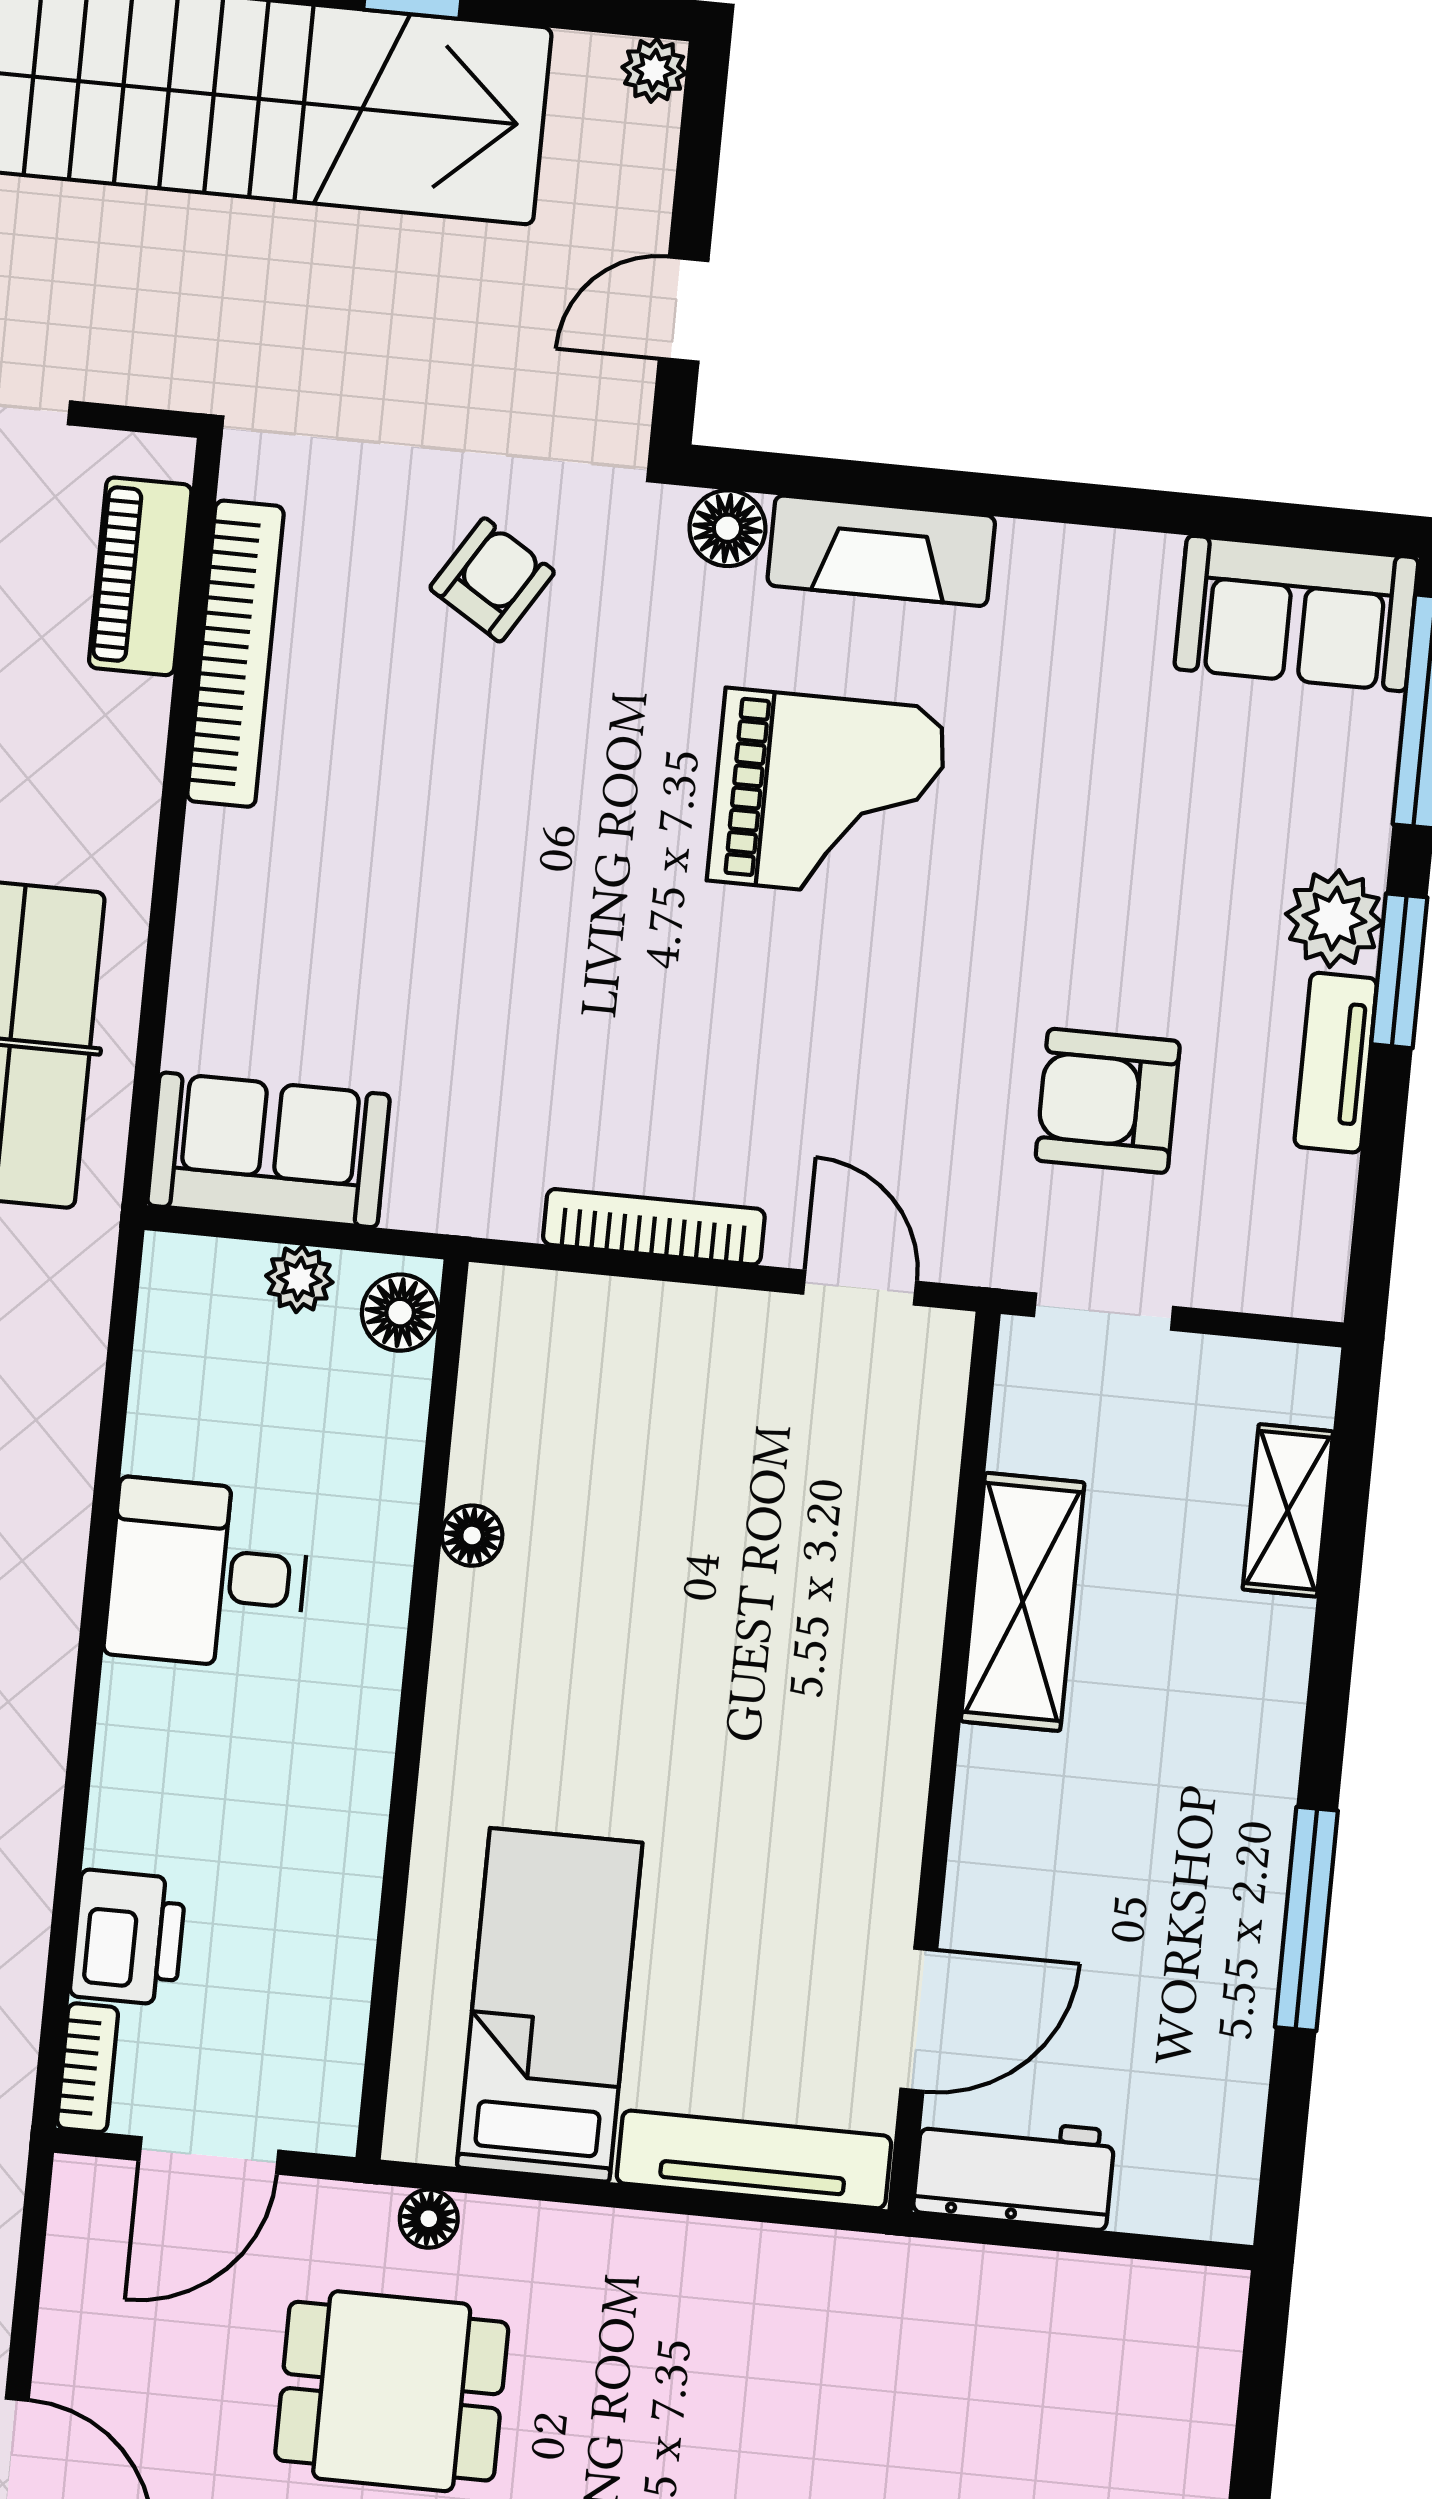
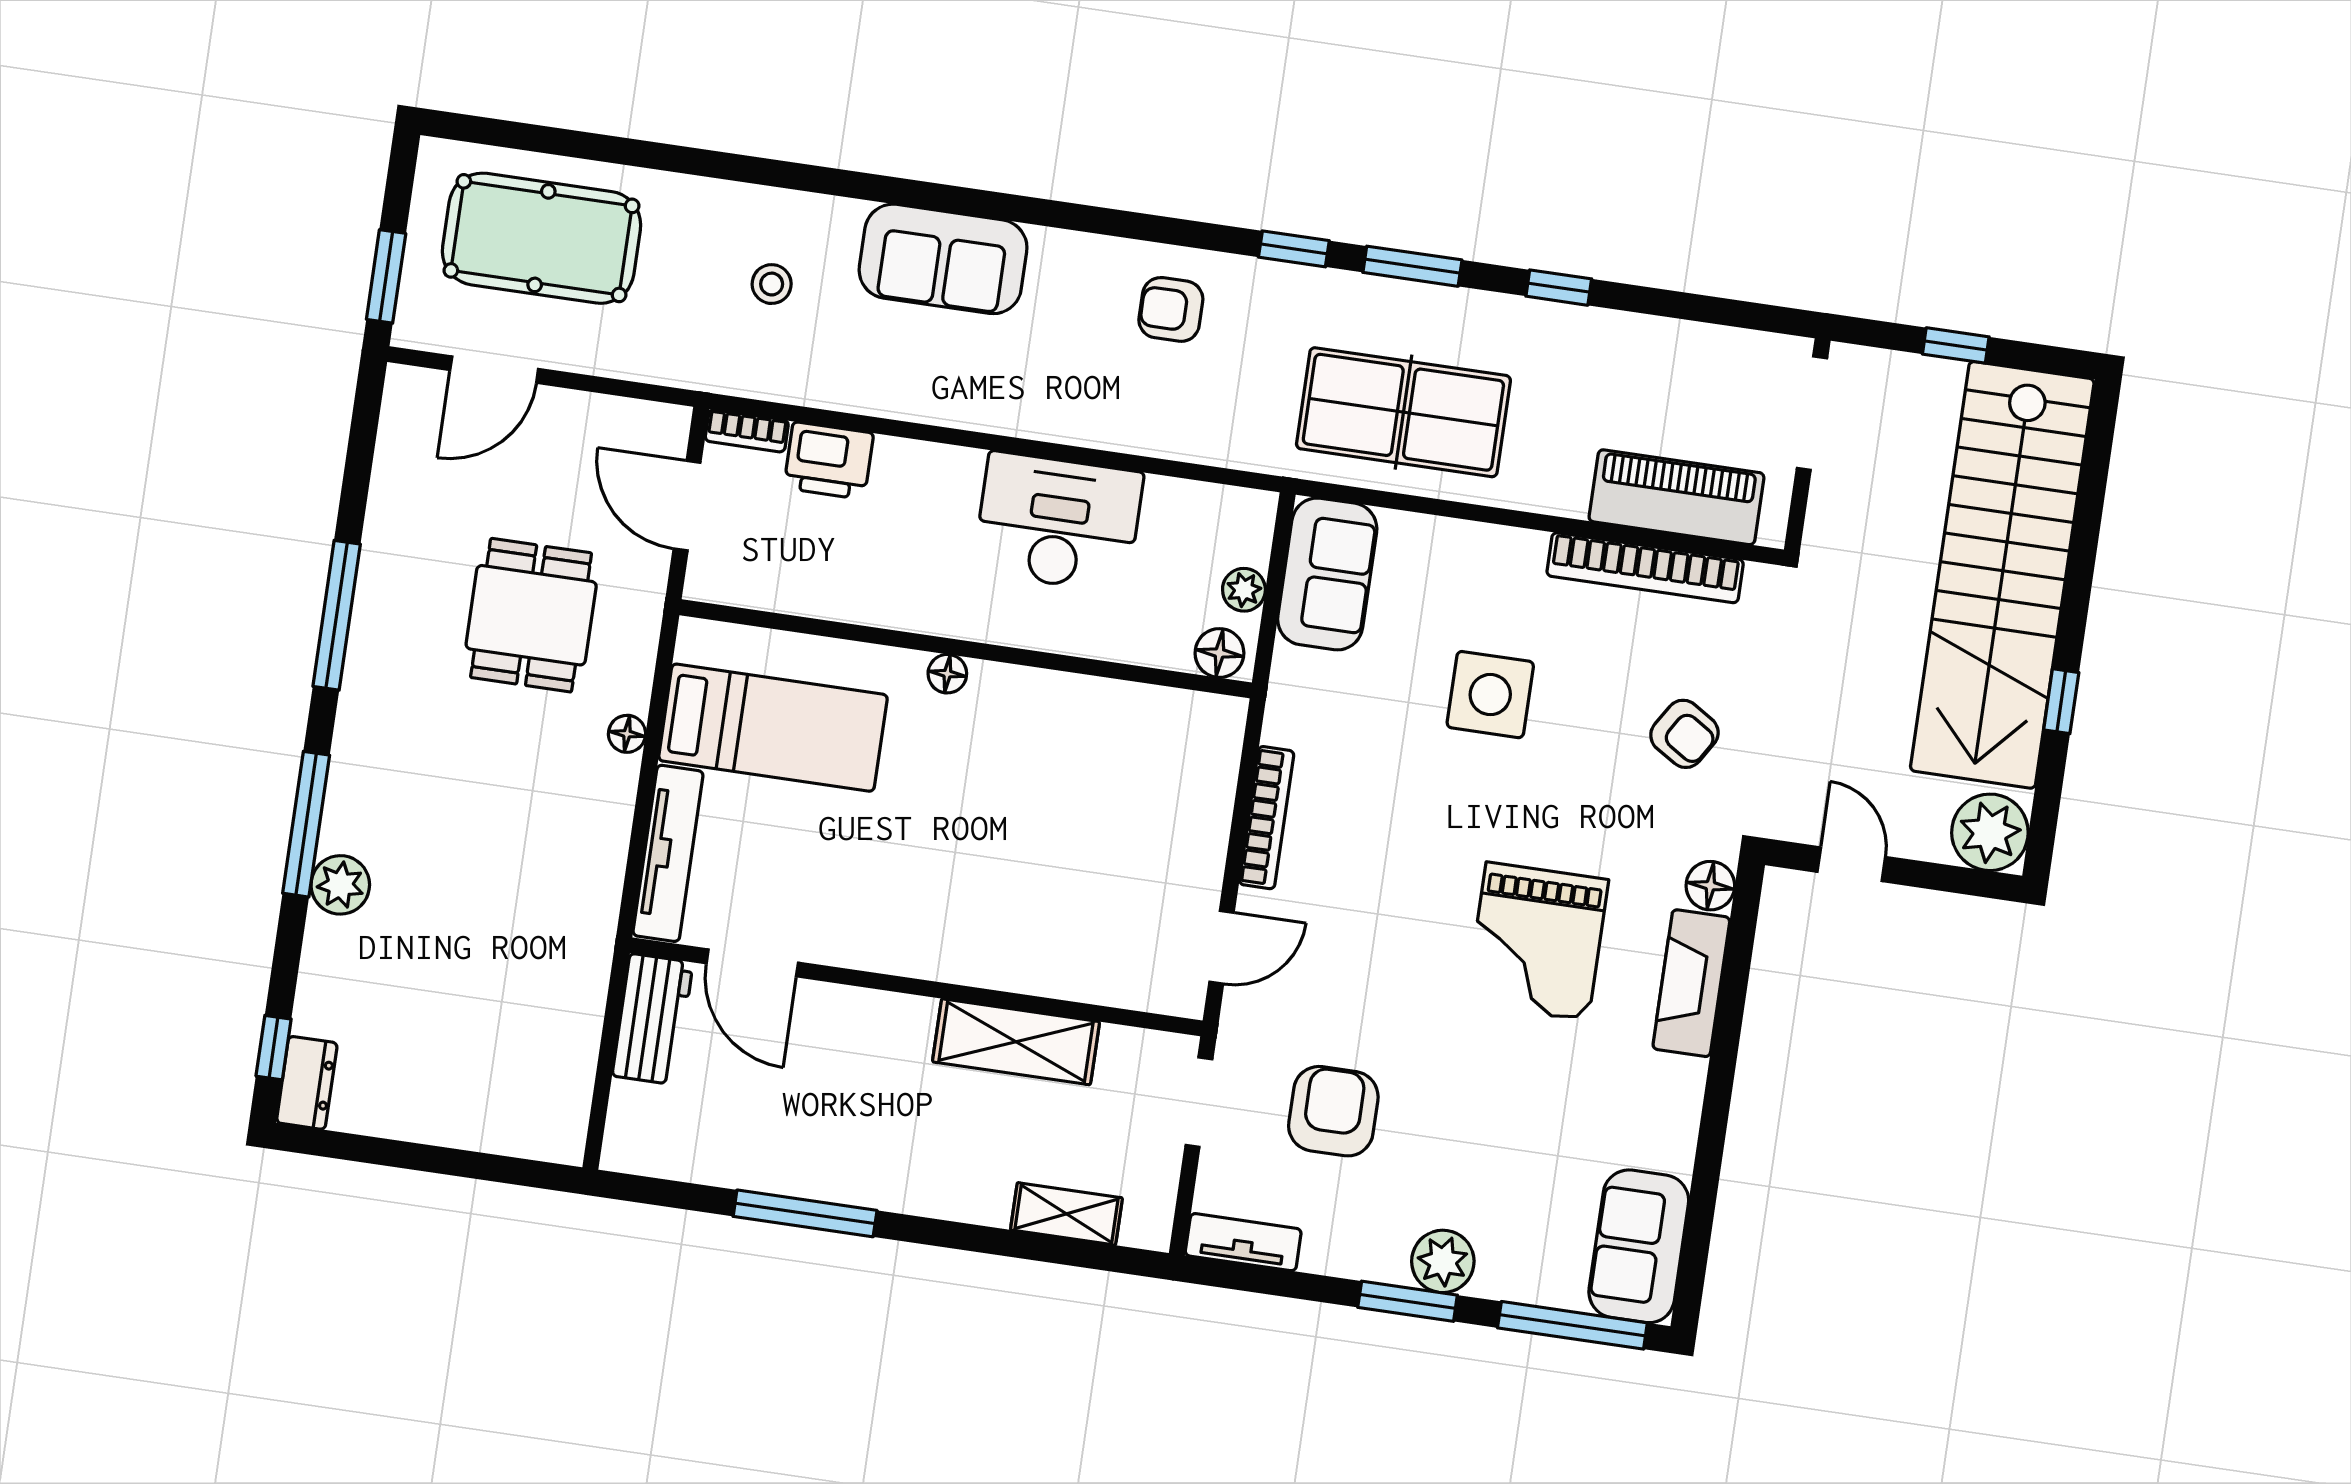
plant: (654, 70) -> (1990, 832), width x1.88, depth x1.88
piano: (140, 576) -> (1676, 497), width x1.37, depth x1.33
side table: (445, 886) -> (1490, 695), added
tv unit: (1336, 1063) -> (1243, 1242), moved
floor lamp: (472, 1536) -> (947, 674), moved
desk: (208, 1574) -> (1058, 522), width x1.37
floor lamp: (429, 2219) -> (627, 734), moved

